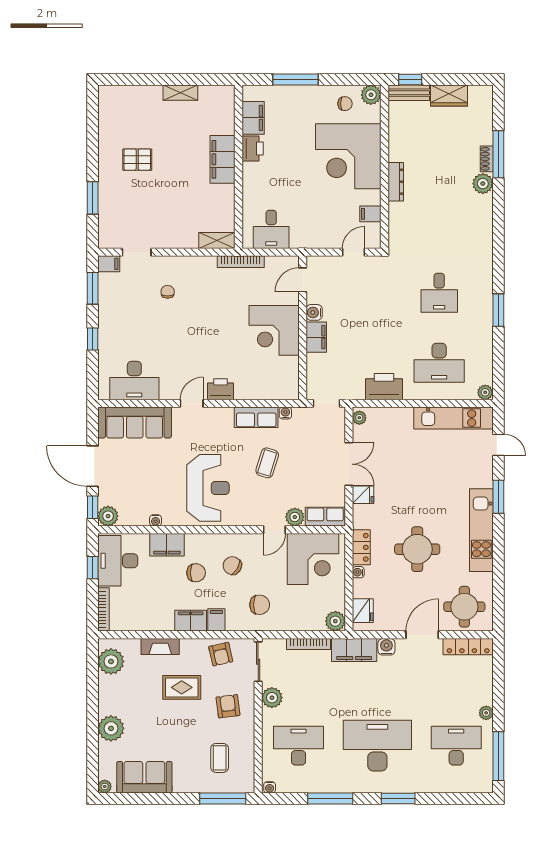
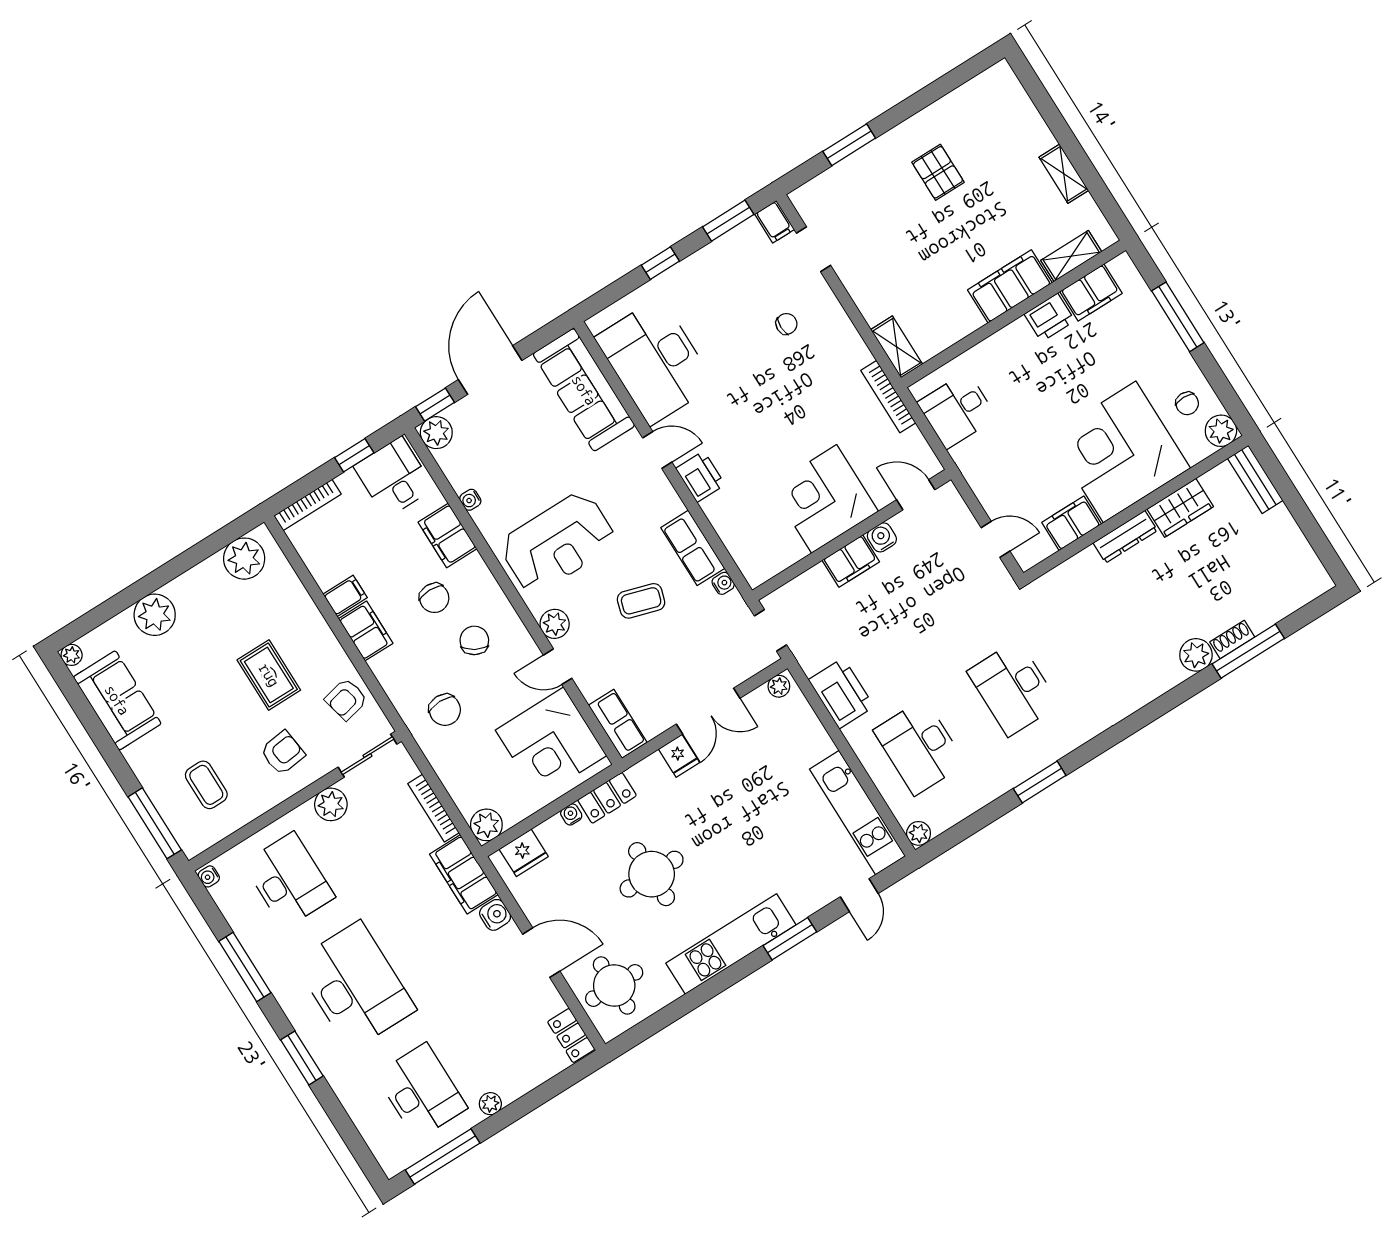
window: (410, 79) -> (1274, 470), removed
wardrobe: (449, 95) -> (1180, 508), moved, turned -90
shelving: (227, 116) -> (1071, 256), added
filing cabinet: (370, 214) -> (1072, 523), width x2.00
desk: (439, 293) -> (1013, 688), width x1.37
desk: (134, 381) -> (655, 361), width x1.36, depth x1.30
plant: (295, 517) -> (555, 624), moved
desk: (118, 561) -> (394, 477), width x0.73
filing cabinet: (216, 620) -> (345, 596), moved
fireplace: (160, 646) -> (306, 612), removed
locker: (468, 647) -> (571, 1035), width x0.66
coffee table: (220, 758) -> (206, 785), turned 90

